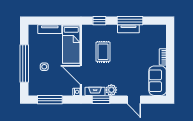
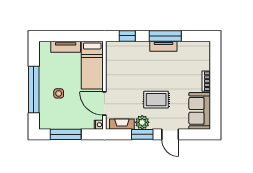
rug: (103, 52) -> (156, 100), moved, turned 90
window: (101, 100) -> (142, 134), moved

